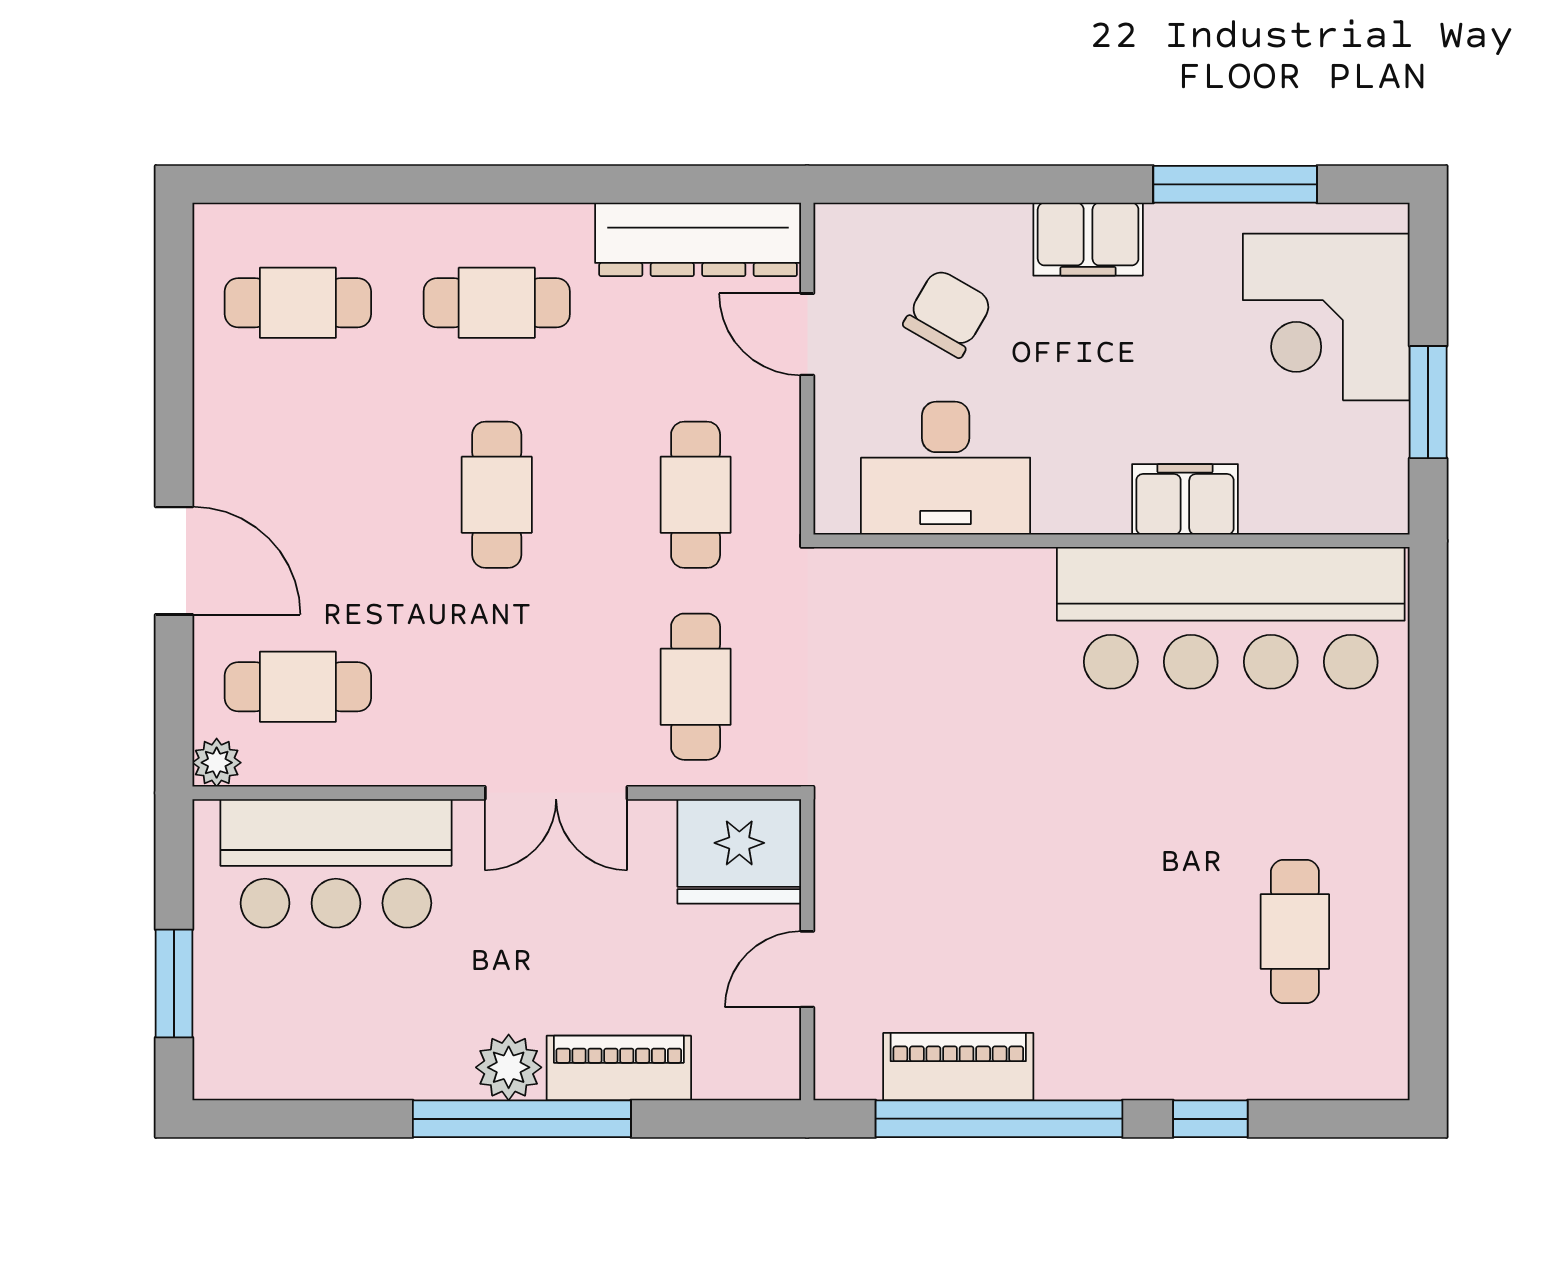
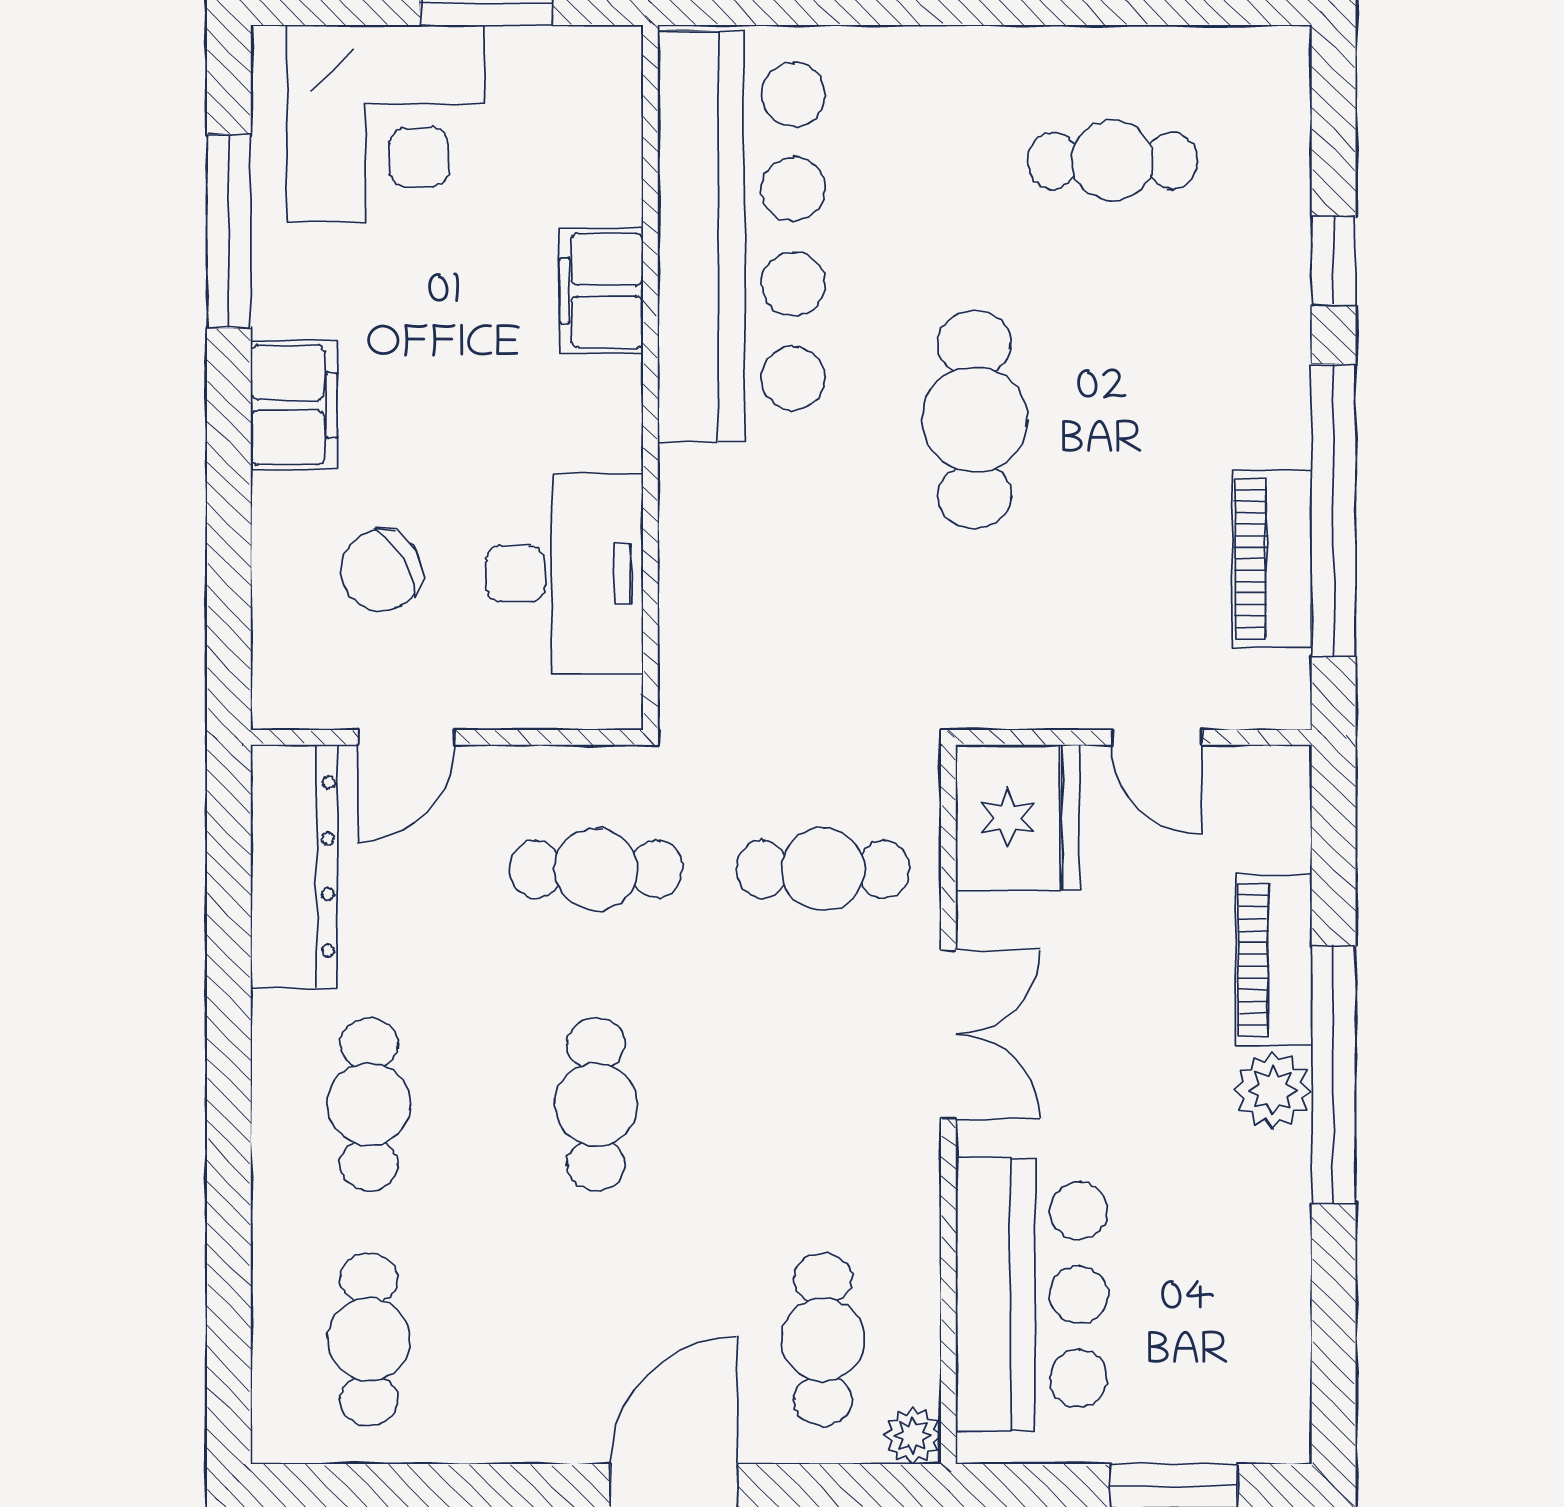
chair: (948, 313) -> (381, 571), turned -60
cafe table: (497, 495) -> (596, 1104), turned 90
cafe table: (1076, 815) -> (975, 420), added

